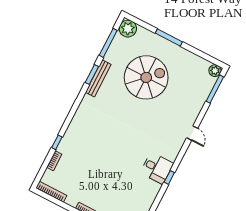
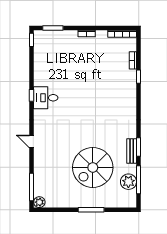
plant: (128, 29) -> (128, 182), moved
bench: (98, 78) -> (132, 151), width x0.73

